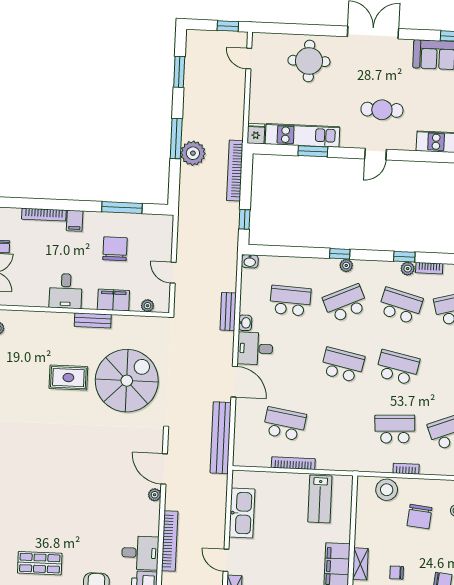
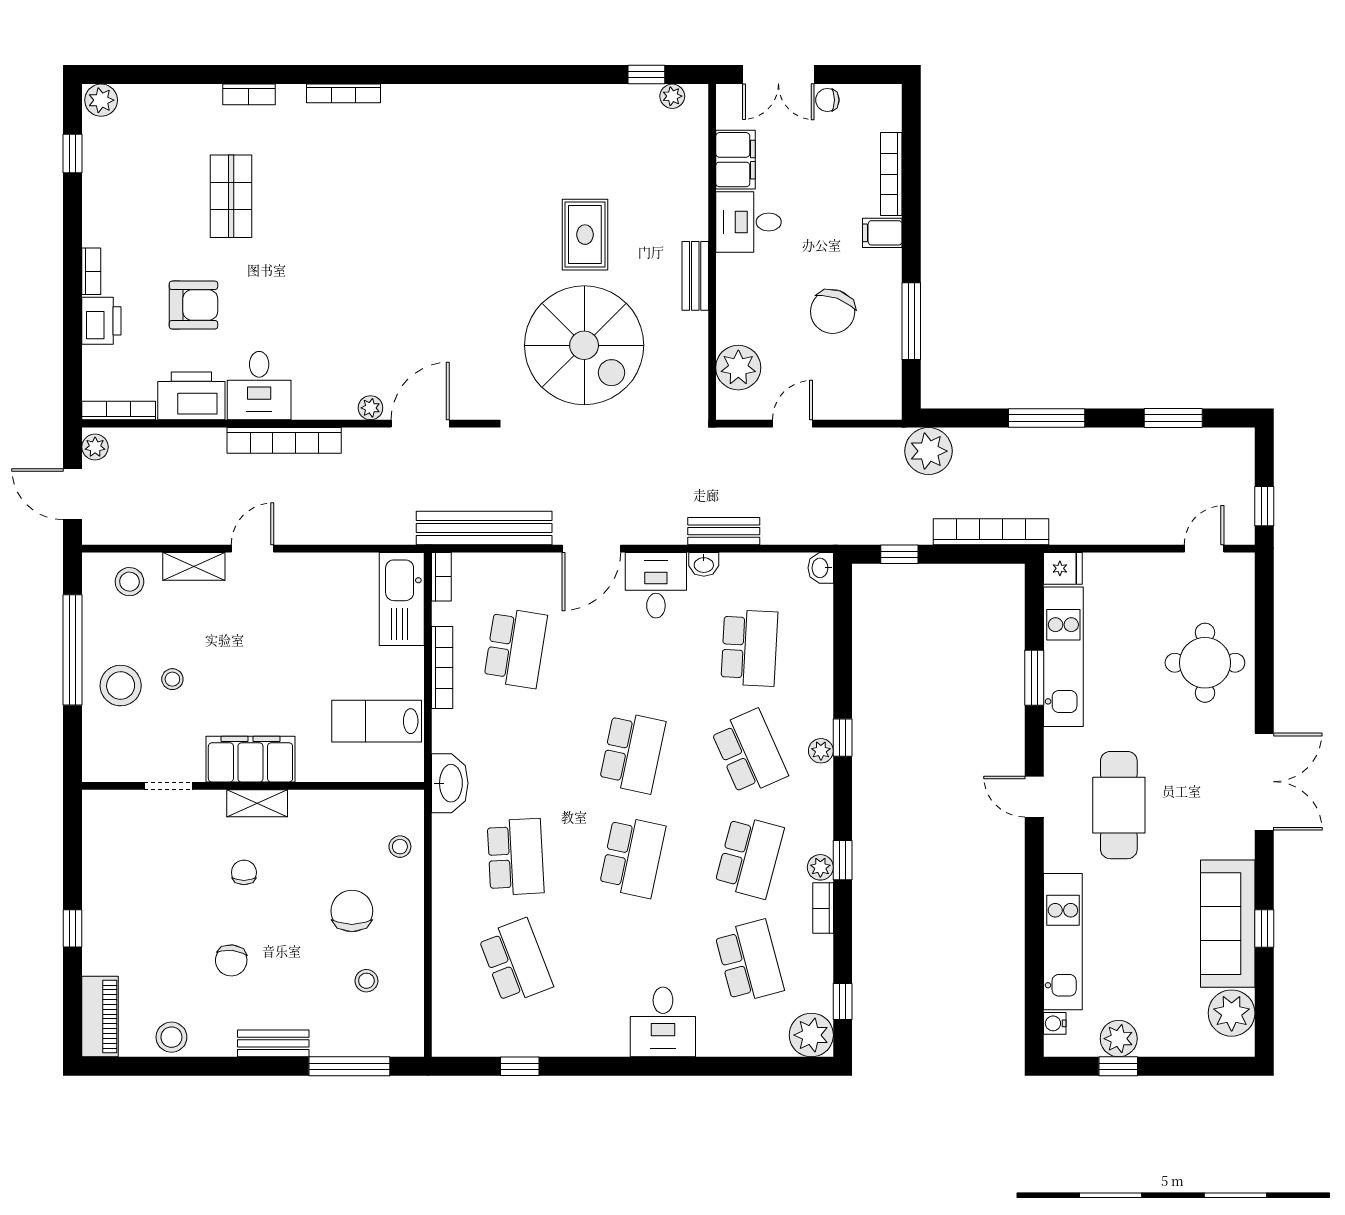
cafe table: (382, 110) -> (1119, 805), width x1.37, depth x1.35
plant: (193, 153) -> (928, 451), moved
chair: (115, 249) -> (833, 312), turned 110
filing cabinet: (113, 300) -> (736, 160), moved
plant: (147, 306) -> (738, 368), width x1.87, depth x1.87
washbasin: (354, 462) -> (450, 783), added
bookcase: (406, 469) -> (441, 577), moved
stool: (387, 490) -> (400, 847), width x0.53, depth x0.53
kitchen sink: (242, 513) -> (402, 599), moved, turned 90
chair: (419, 517) -> (352, 911), turned 84

